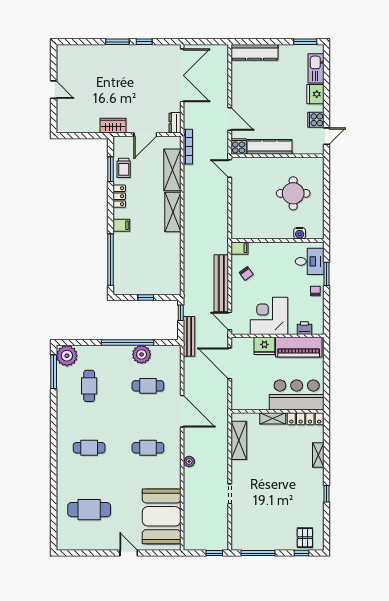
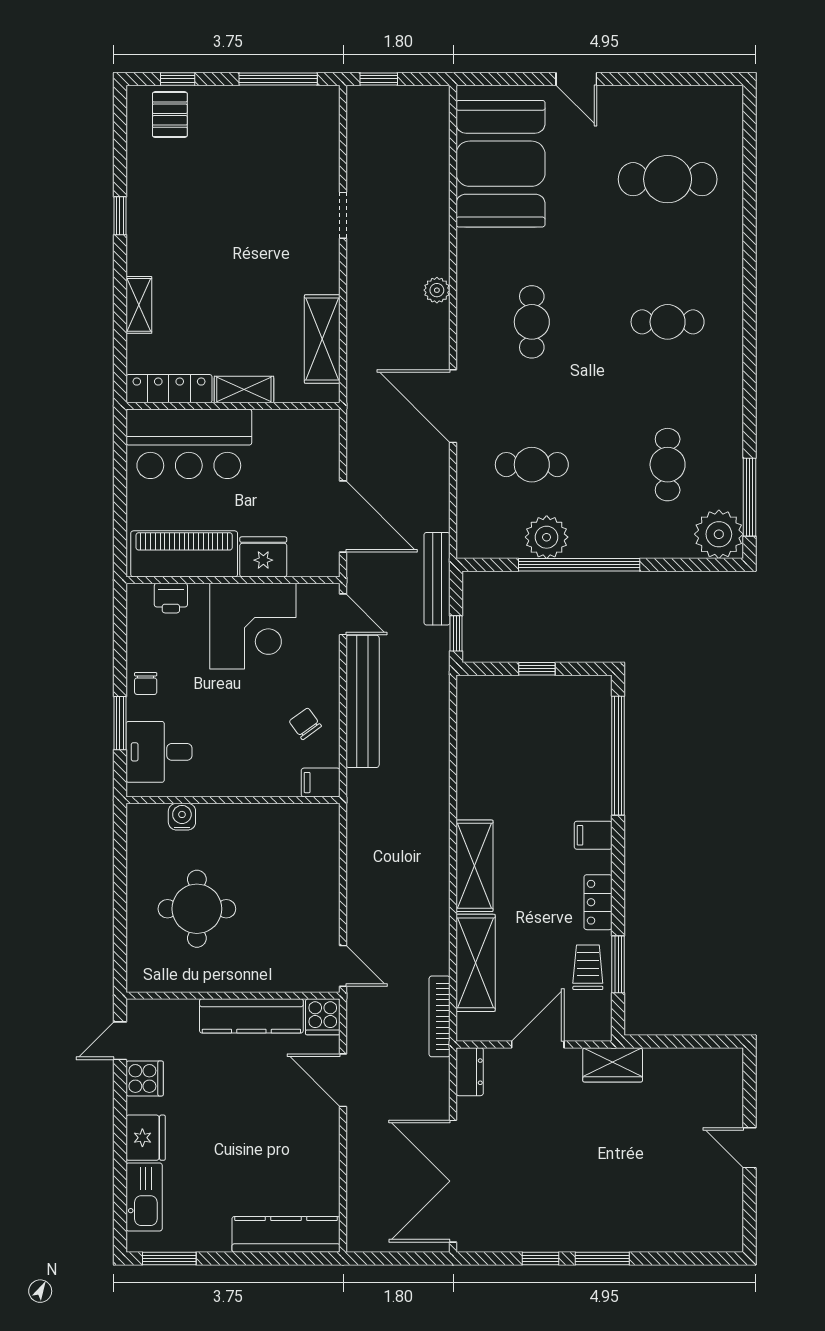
cafe table: (148, 448) -> (532, 322), turned 90

